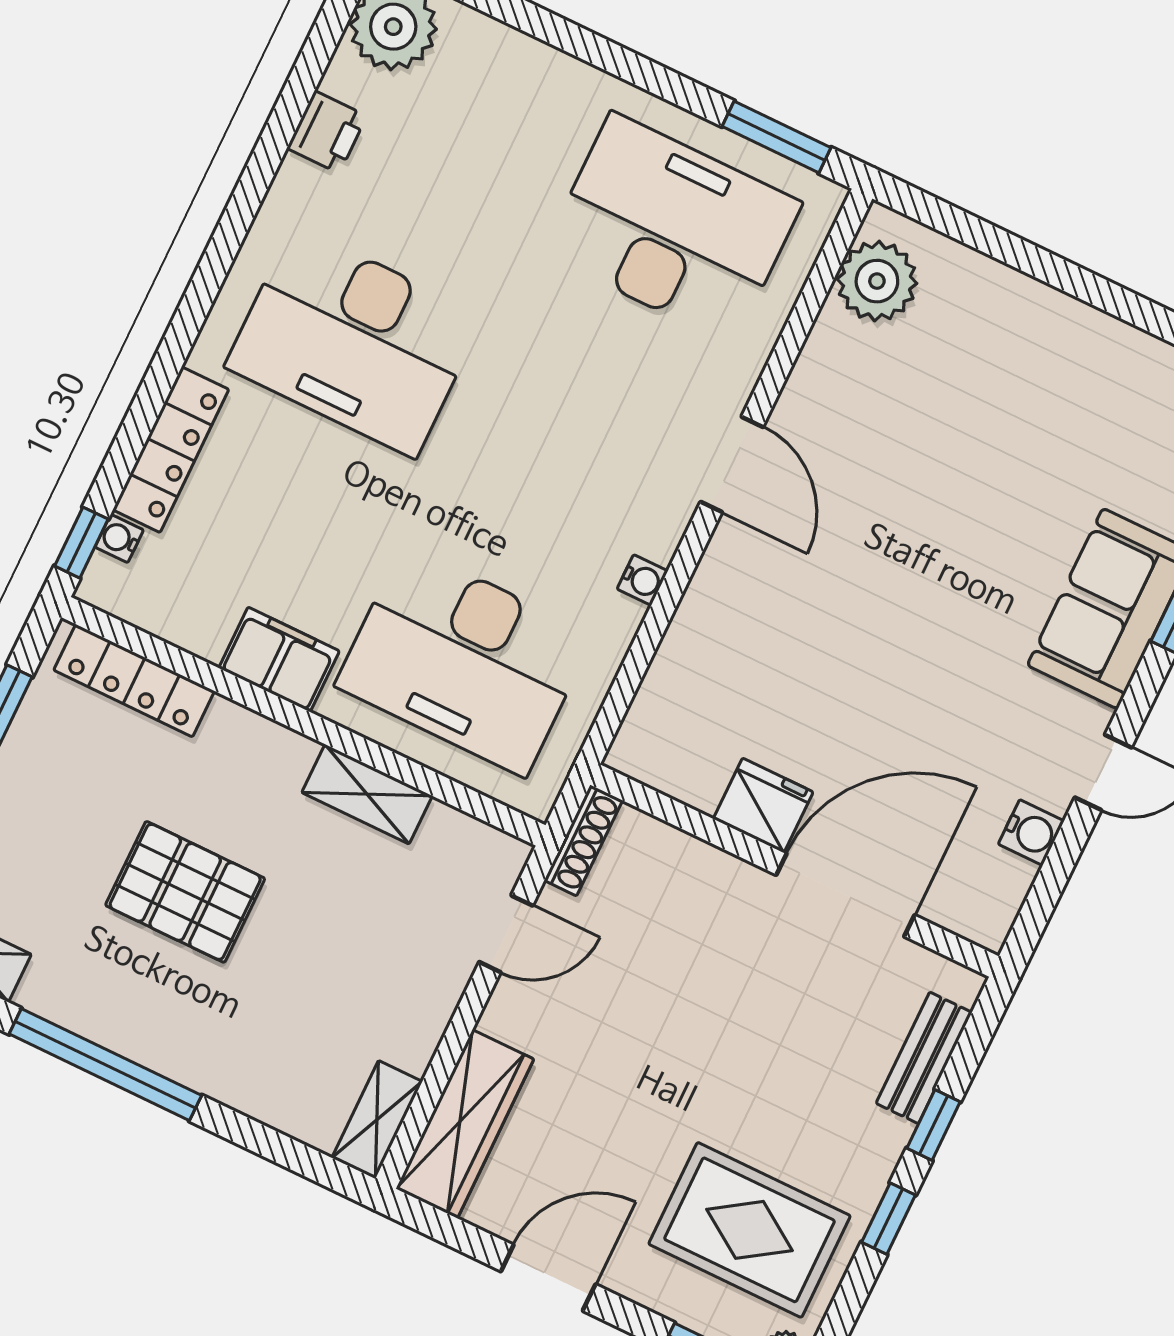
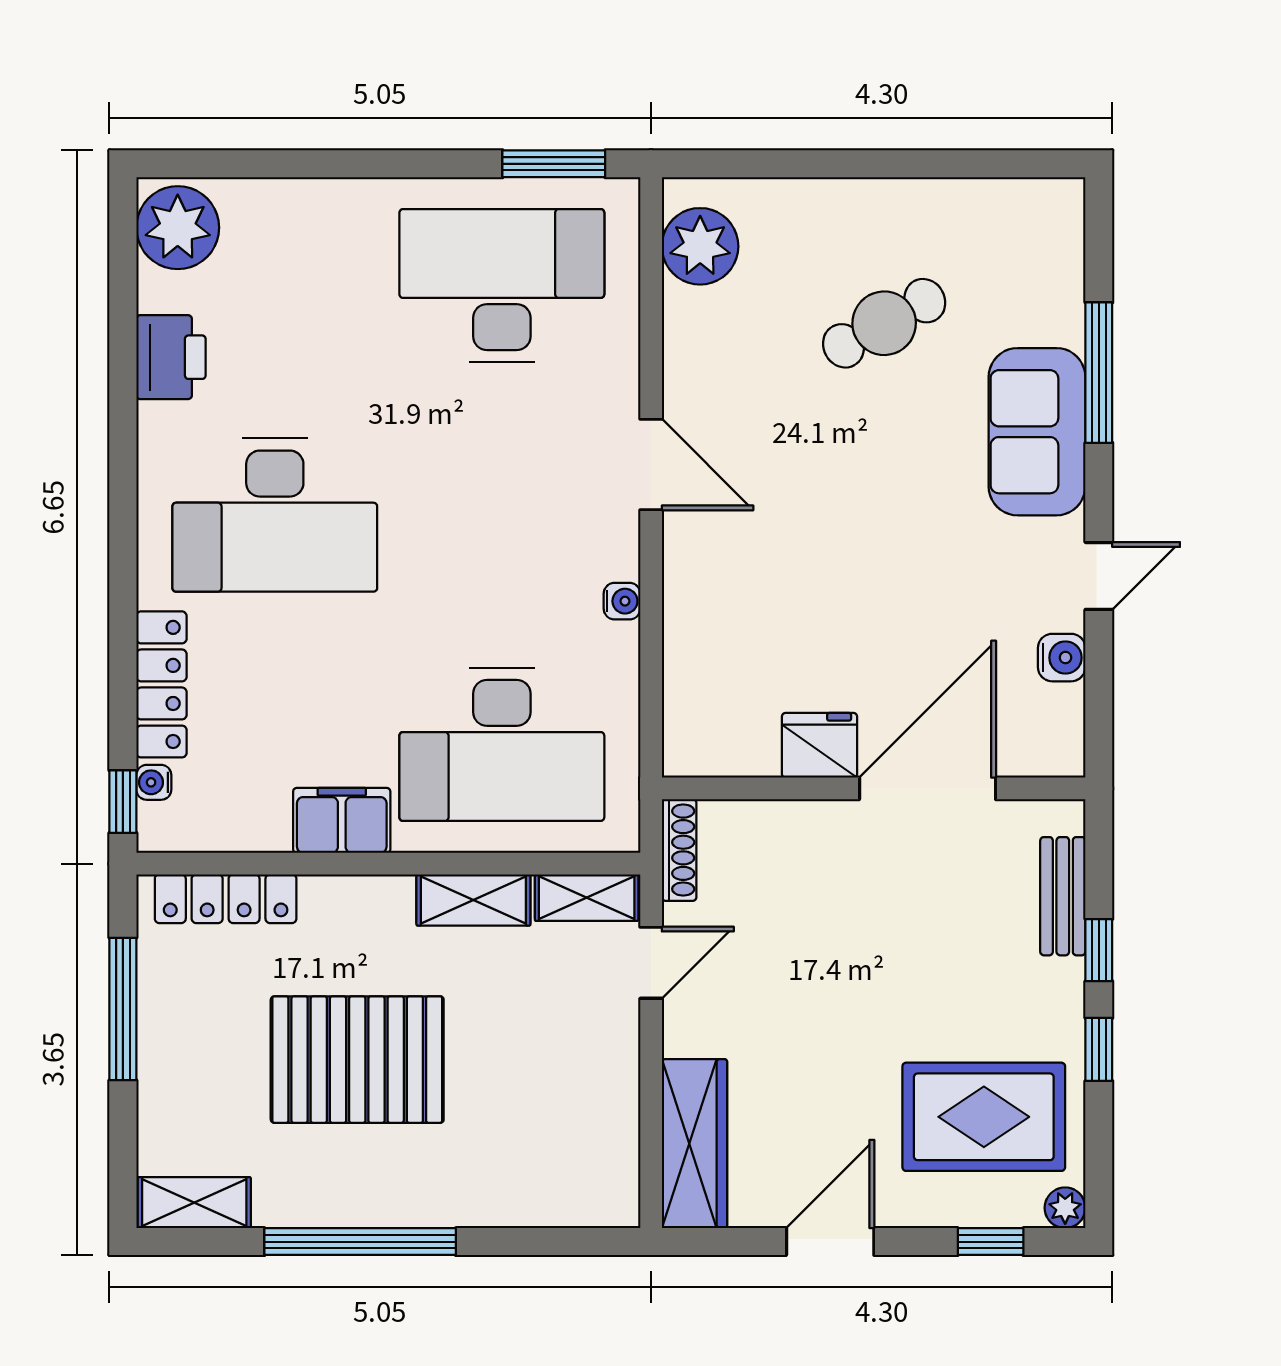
printer: (327, 132) -> (171, 357), width x1.36, depth x1.24
cafe table: (1015, 437) -> (884, 323), added
pallet: (185, 892) -> (357, 1060), width x1.37, depth x1.41
shelving: (377, 1120) -> (587, 898), moved, turned 90

